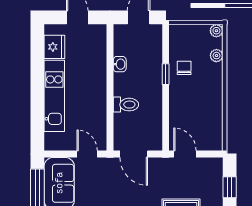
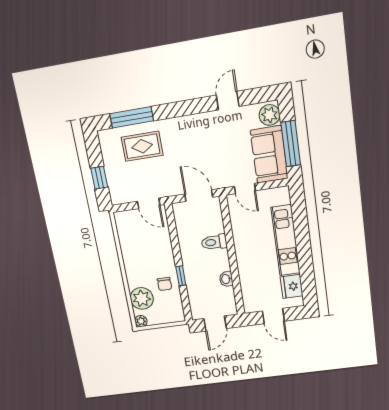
plant: (216, 56) -> (142, 298), width x1.88, depth x1.88

